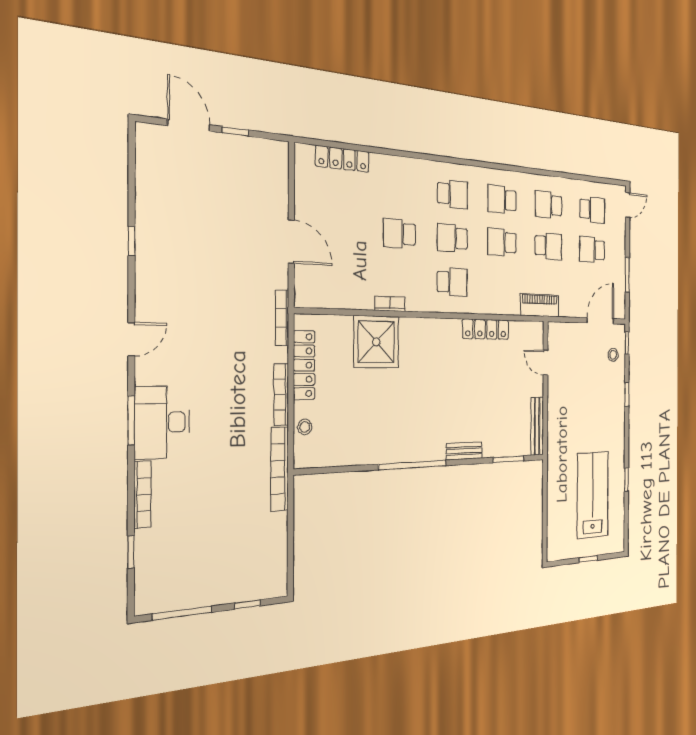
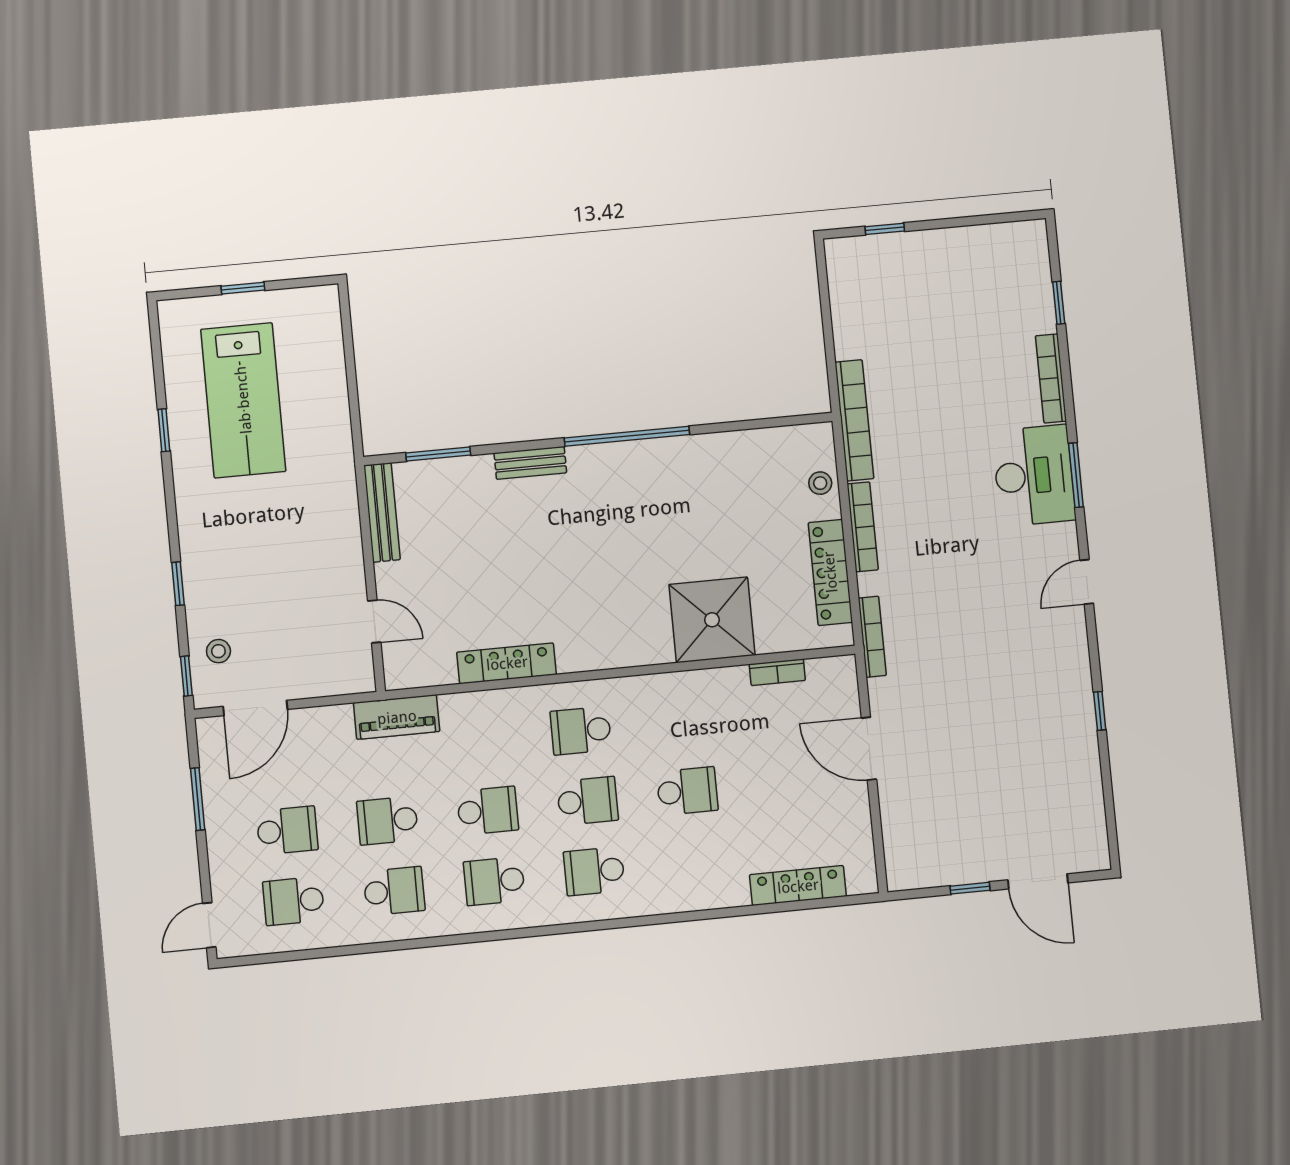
school desk: (502, 200) -> (494, 881), turned 180
bookcase: (390, 304) -> (777, 672), moved
window: (182, 613) -> (979, 220), removed

